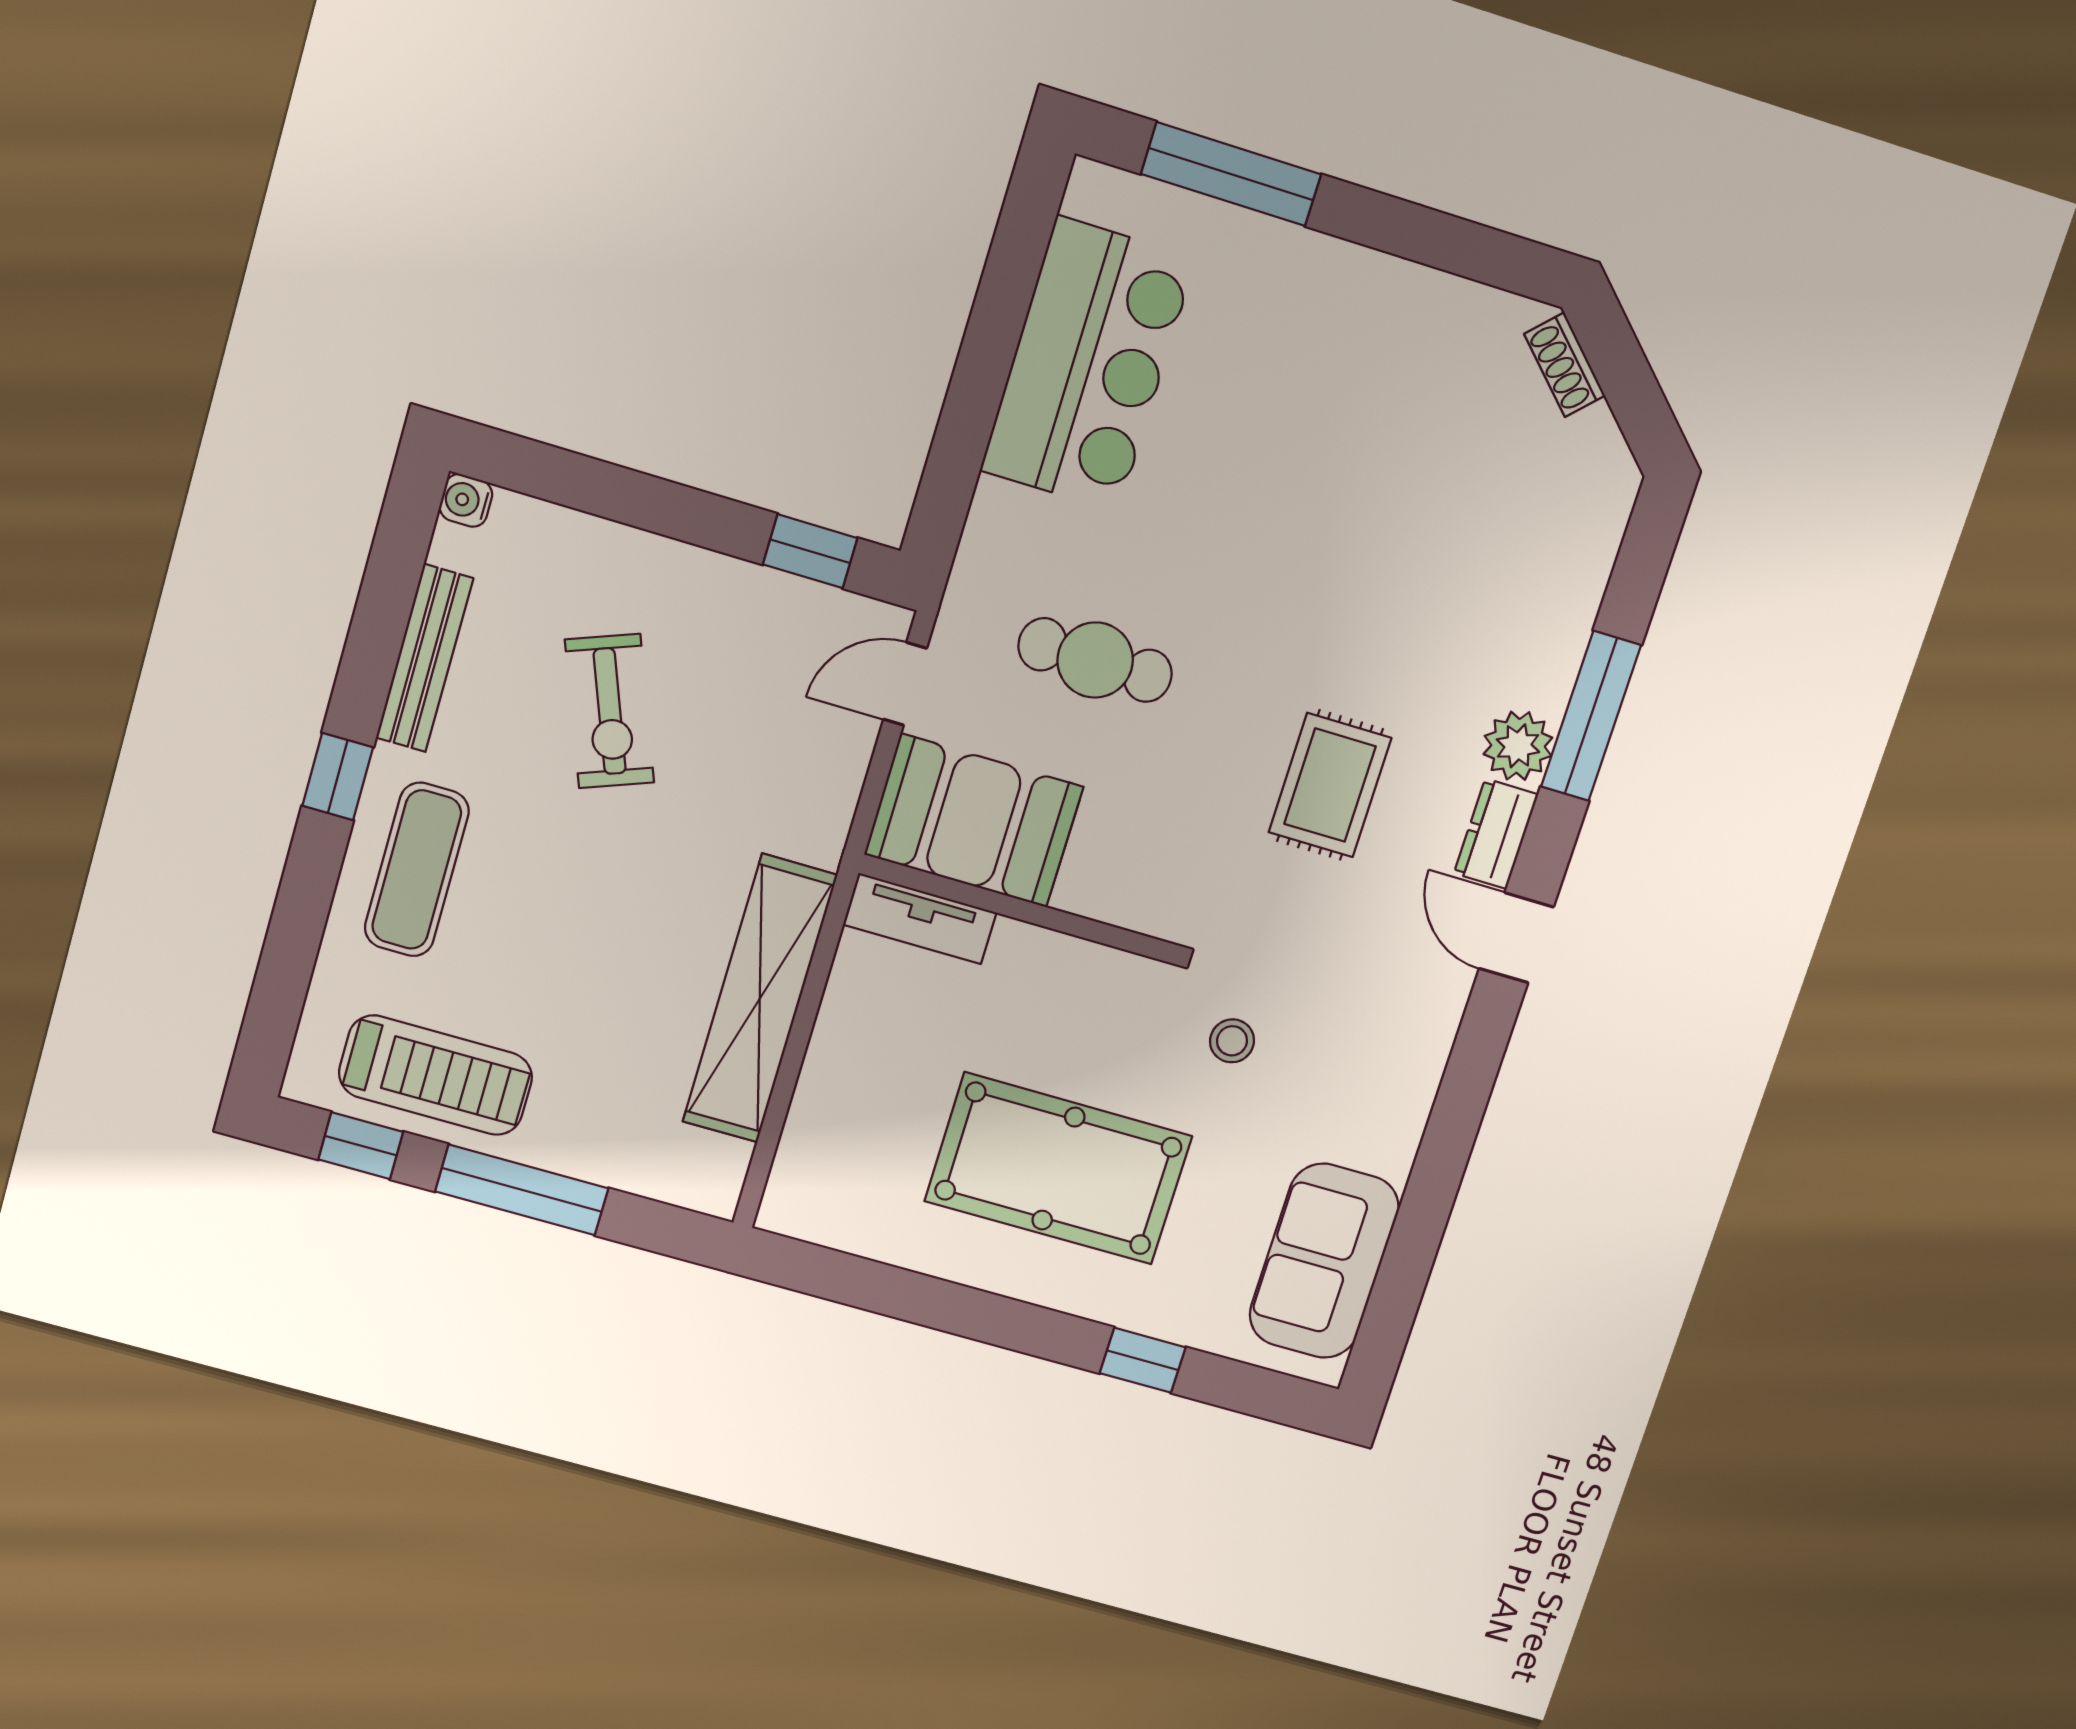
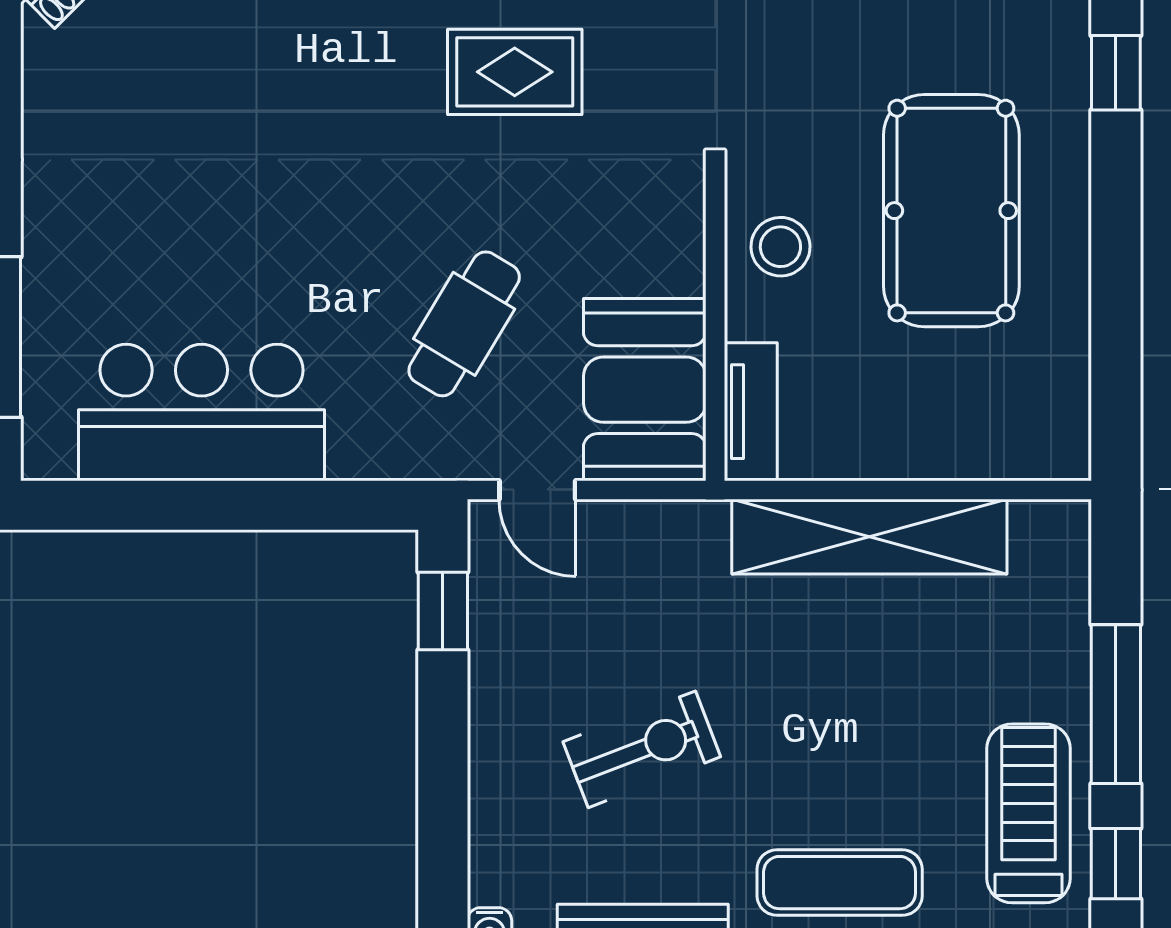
cafe table: (1095, 660) -> (464, 324), turned 31
stool: (1232, 1041) -> (780, 247), moved, width x1.37, depth x1.37

